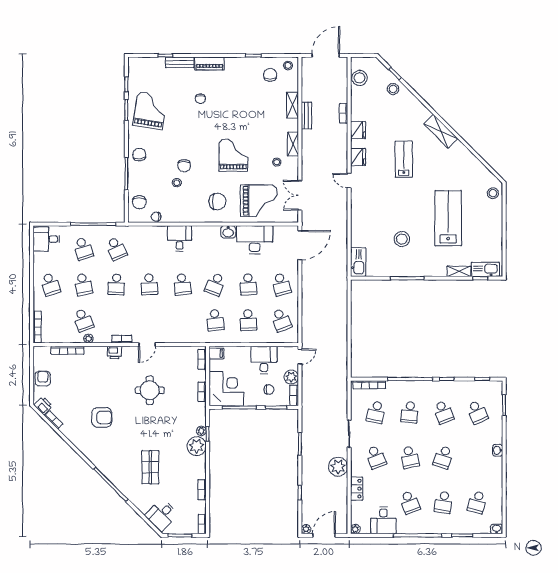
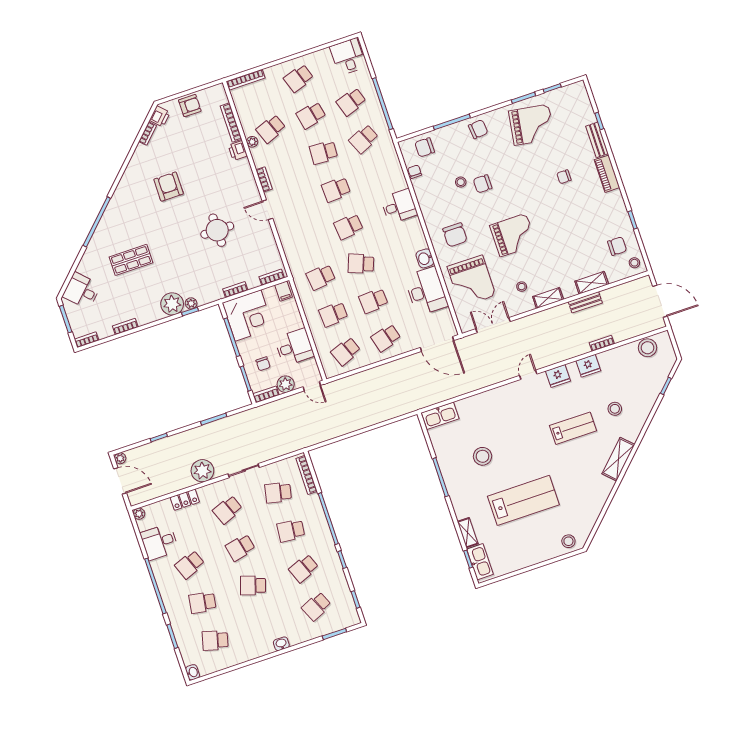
stool: (393, 89) -> (615, 409), moved
printer: (115, 352) -> (238, 151), moved
armchair: (102, 417) -> (169, 187), turned 180

